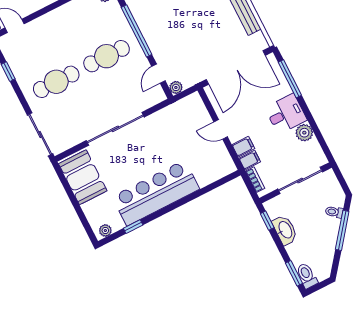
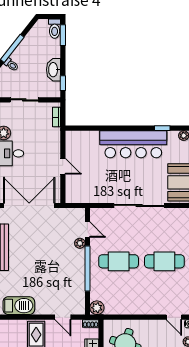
door: (158, 74) -> (87, 230), hinge flipped
plant: (176, 87) -> (80, 243), moved
filing cabinet: (243, 147) -> (53, 145), removed
filing cabinet: (250, 160) -> (53, 133), removed
sliding door: (300, 180) -> (24, 100), width x0.73

